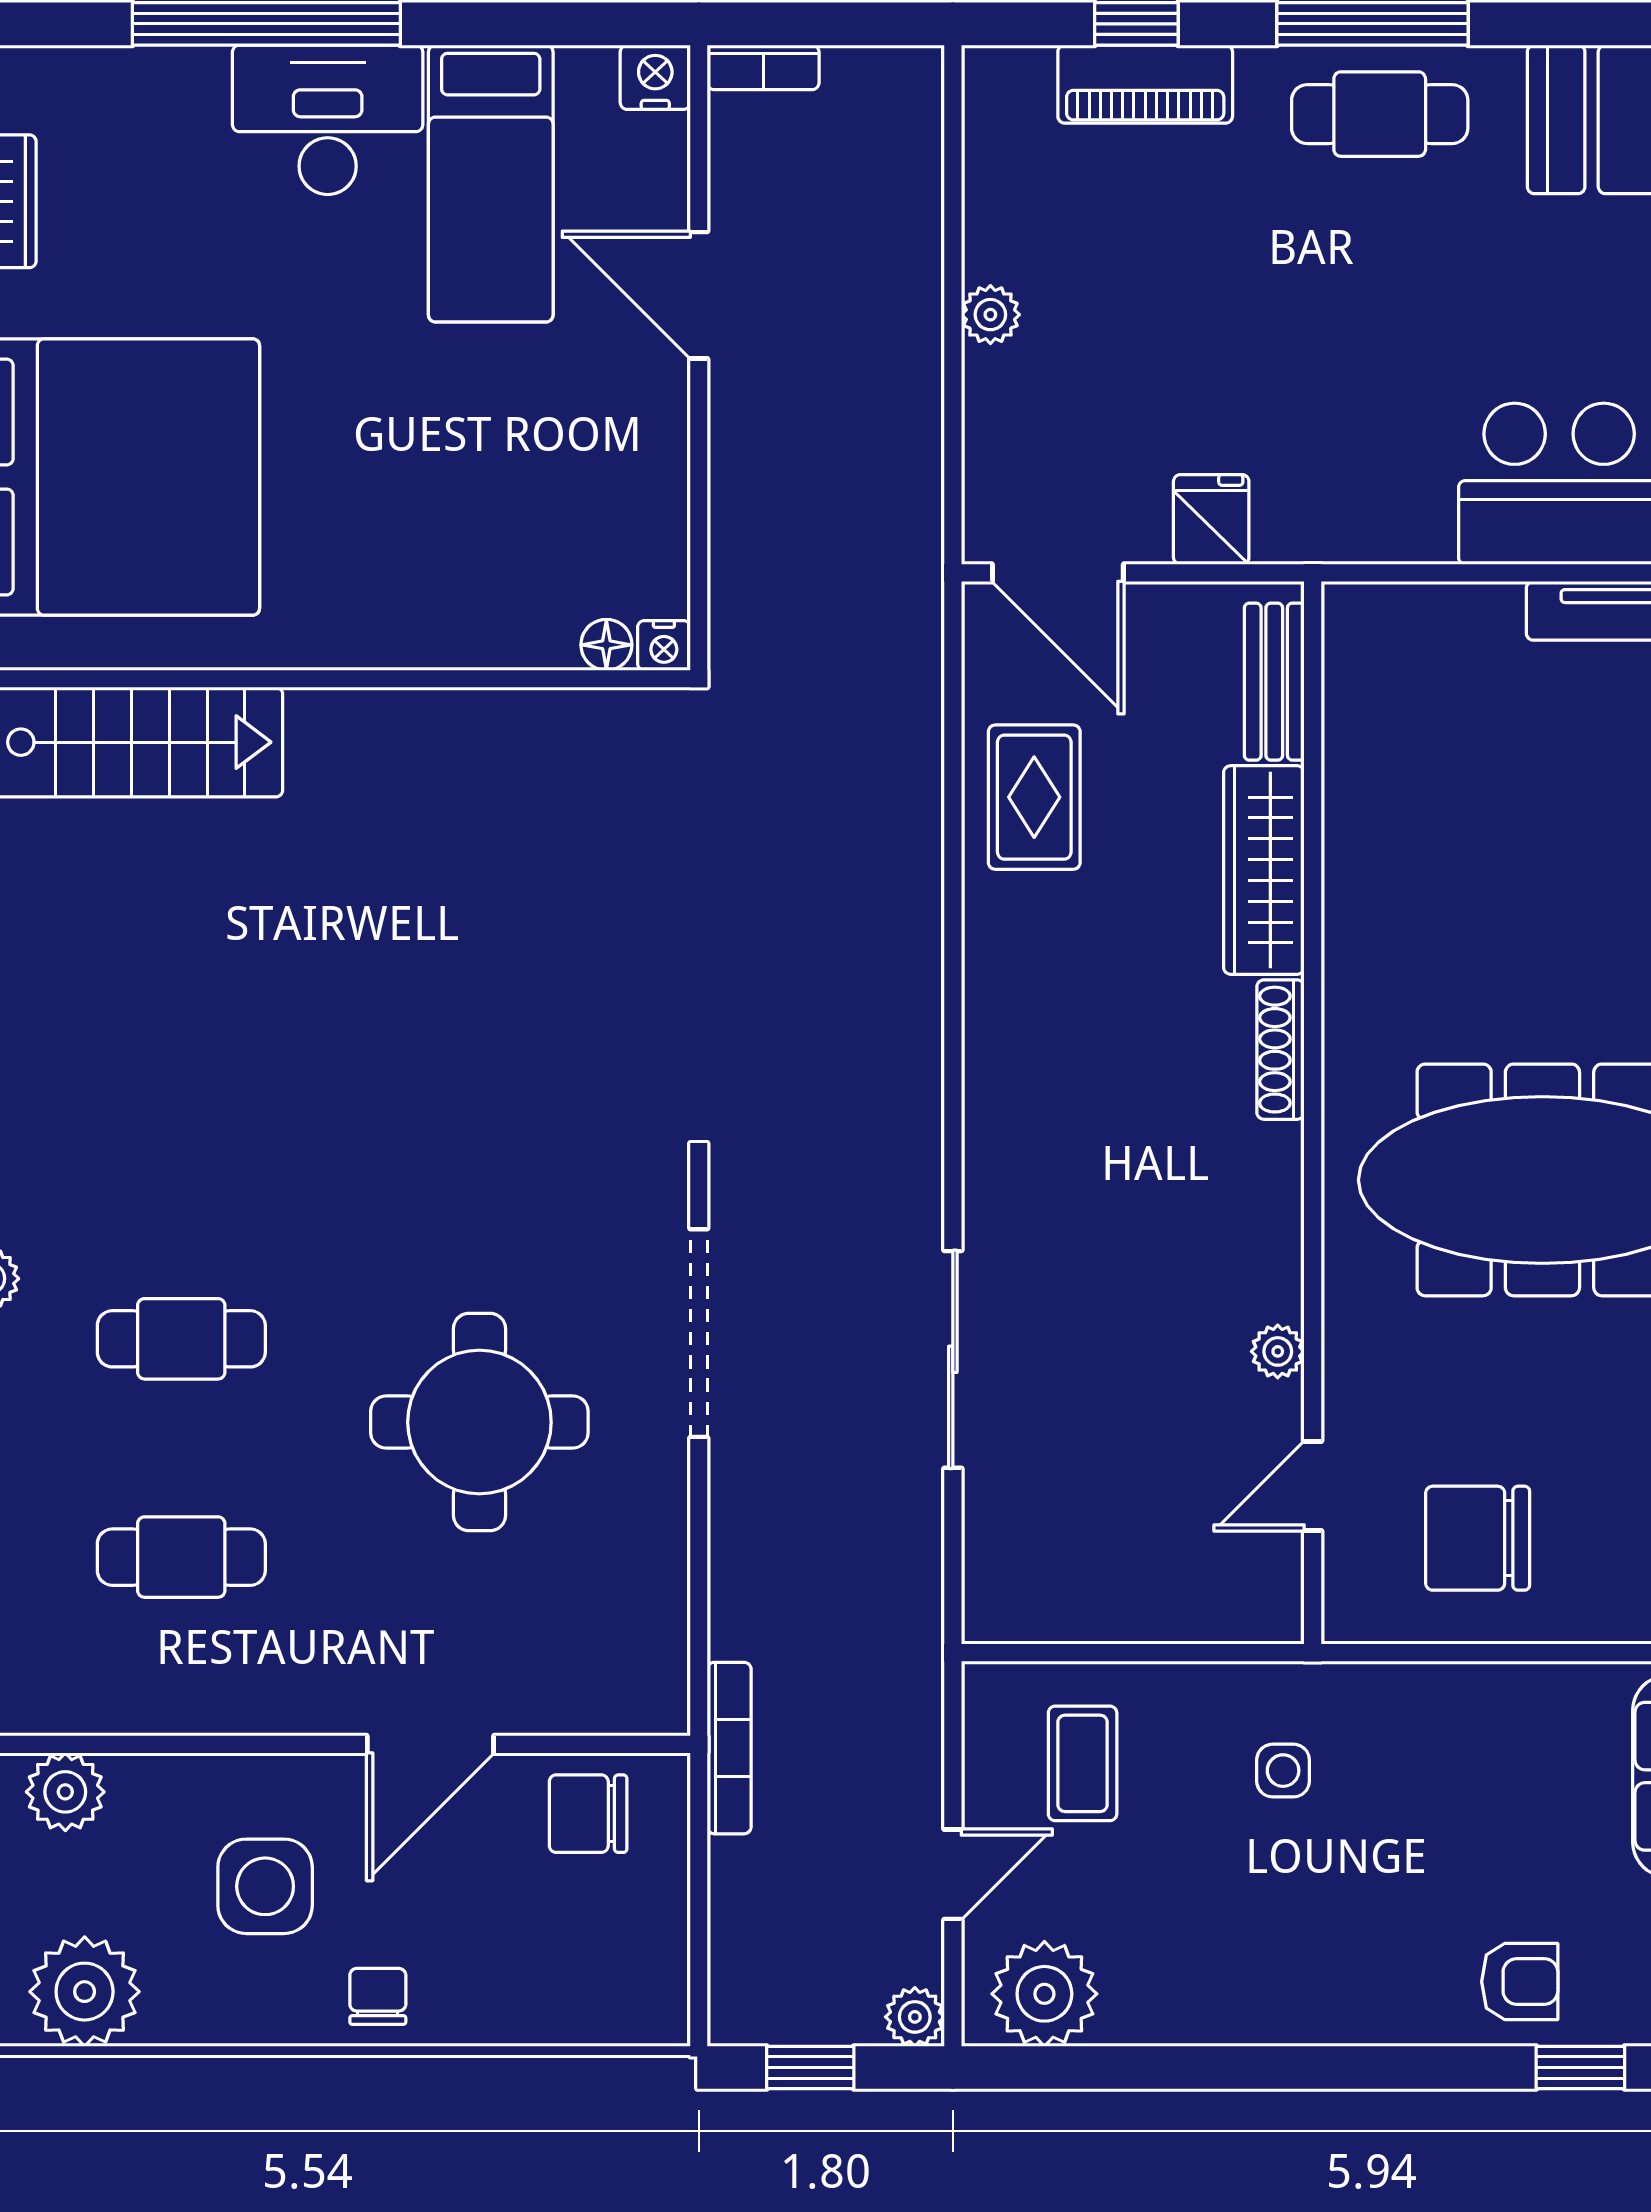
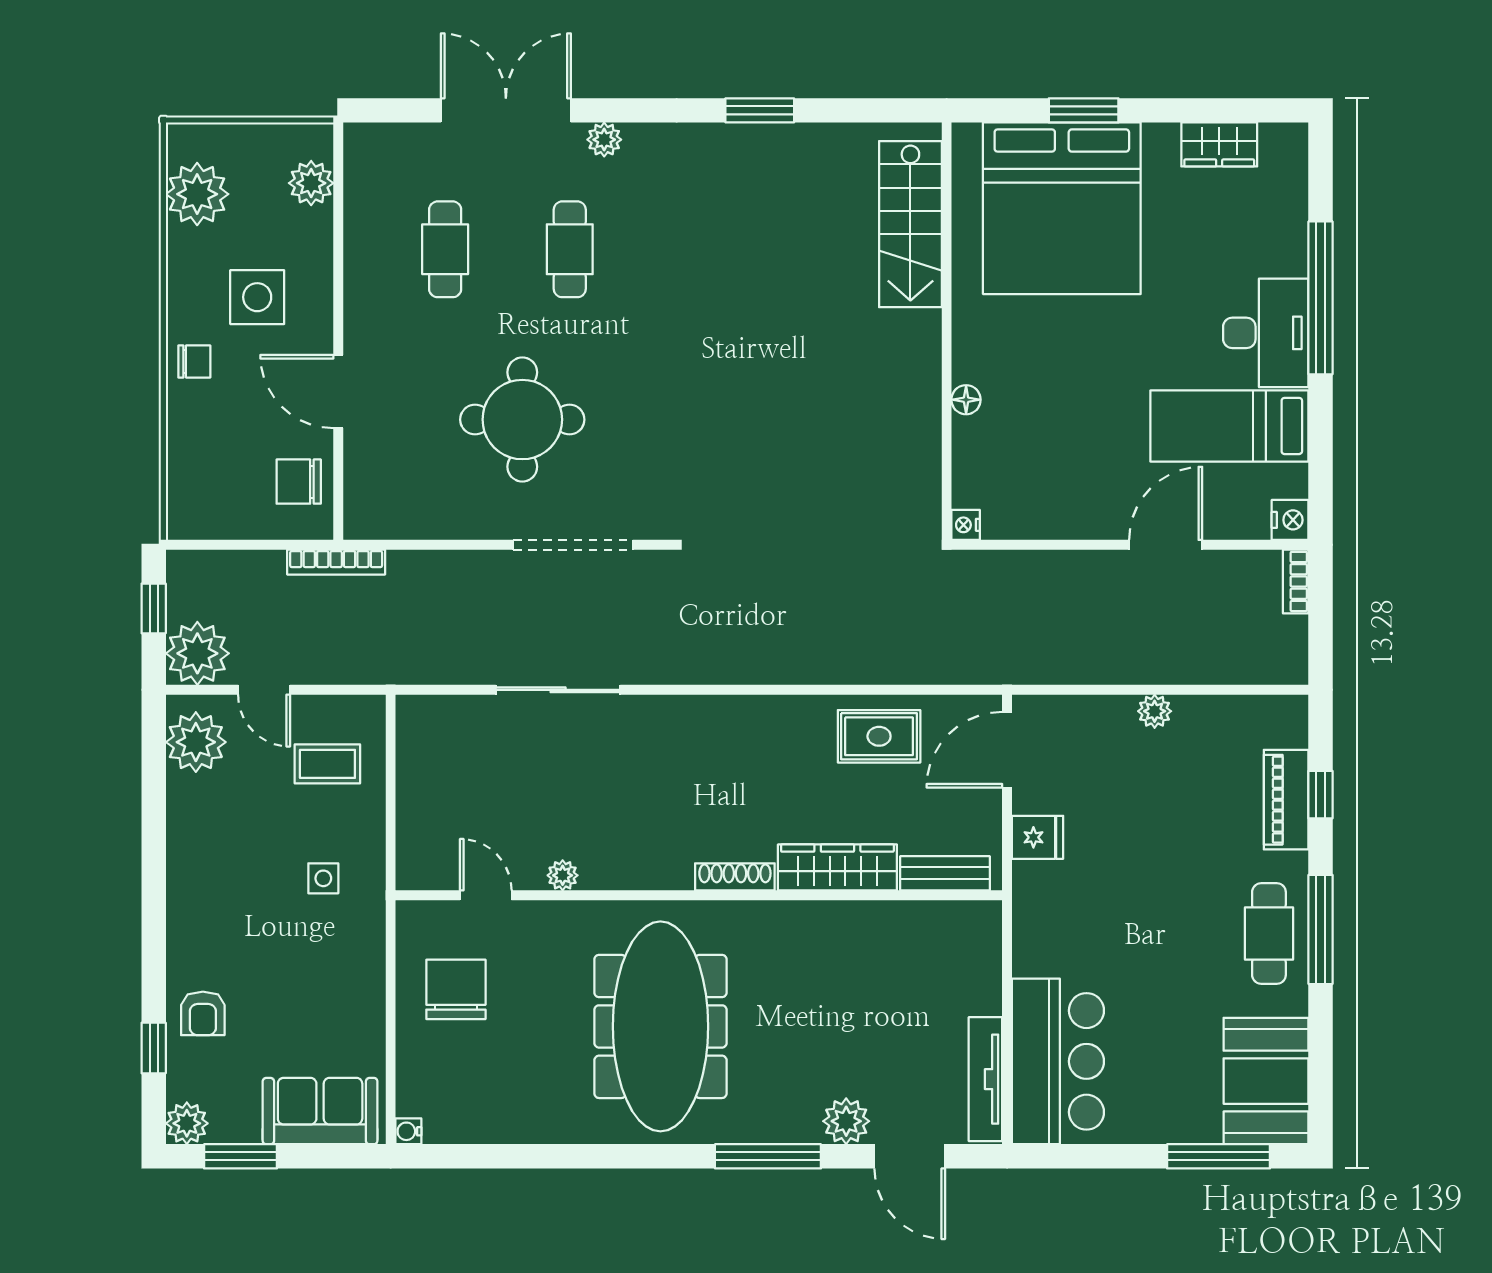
floor lamp: (606, 645) -> (966, 400), moved
chair: (588, 1814) -> (299, 482), turned -90
plant: (915, 2017) -> (197, 653), width x1.88, depth x1.88

